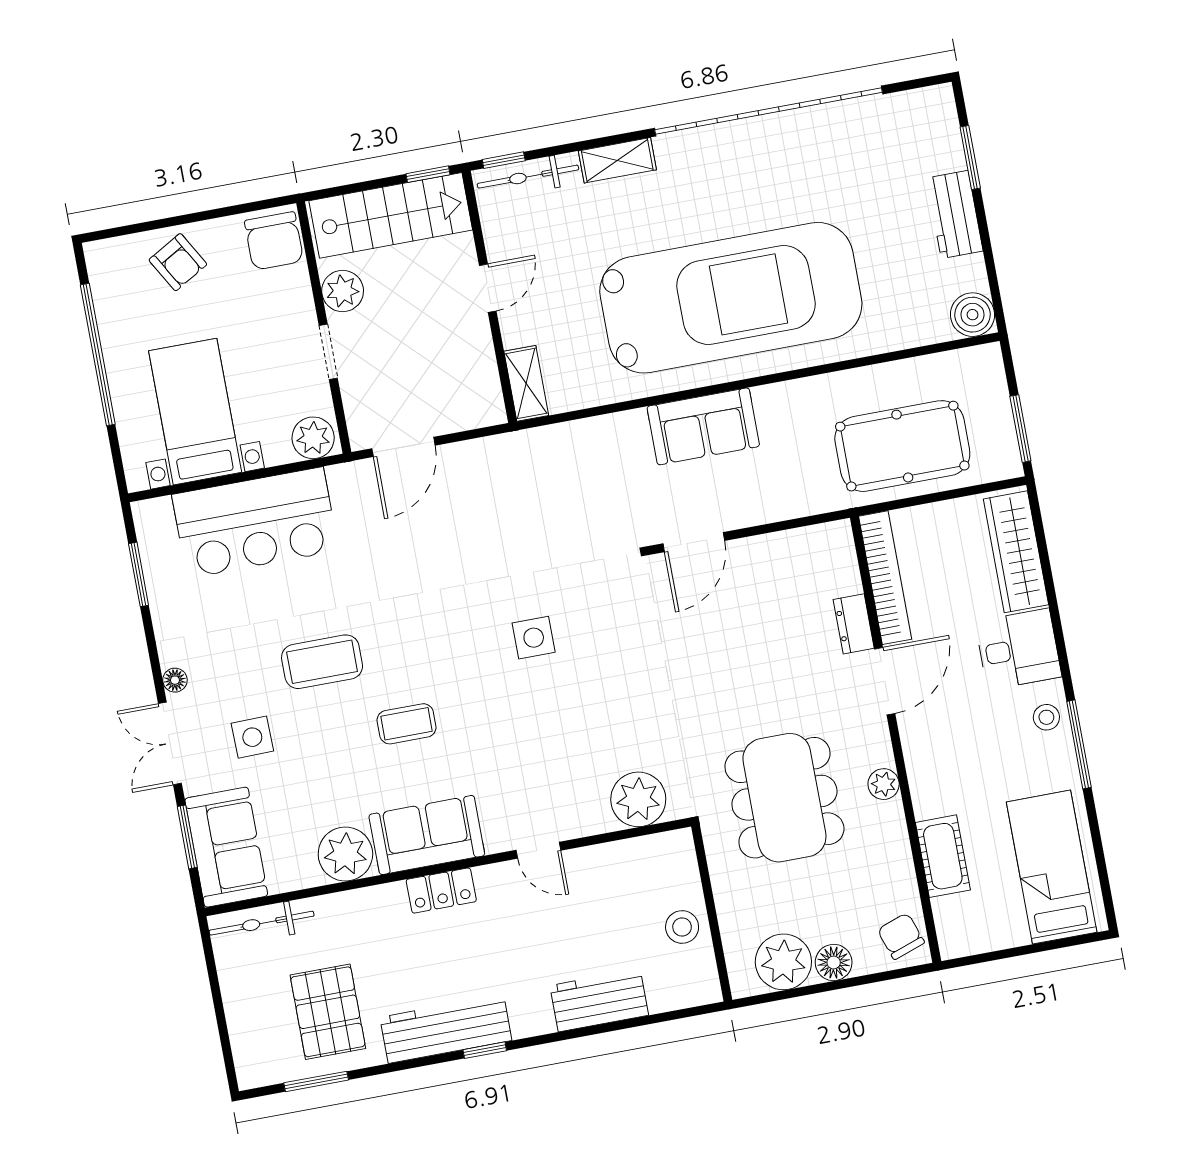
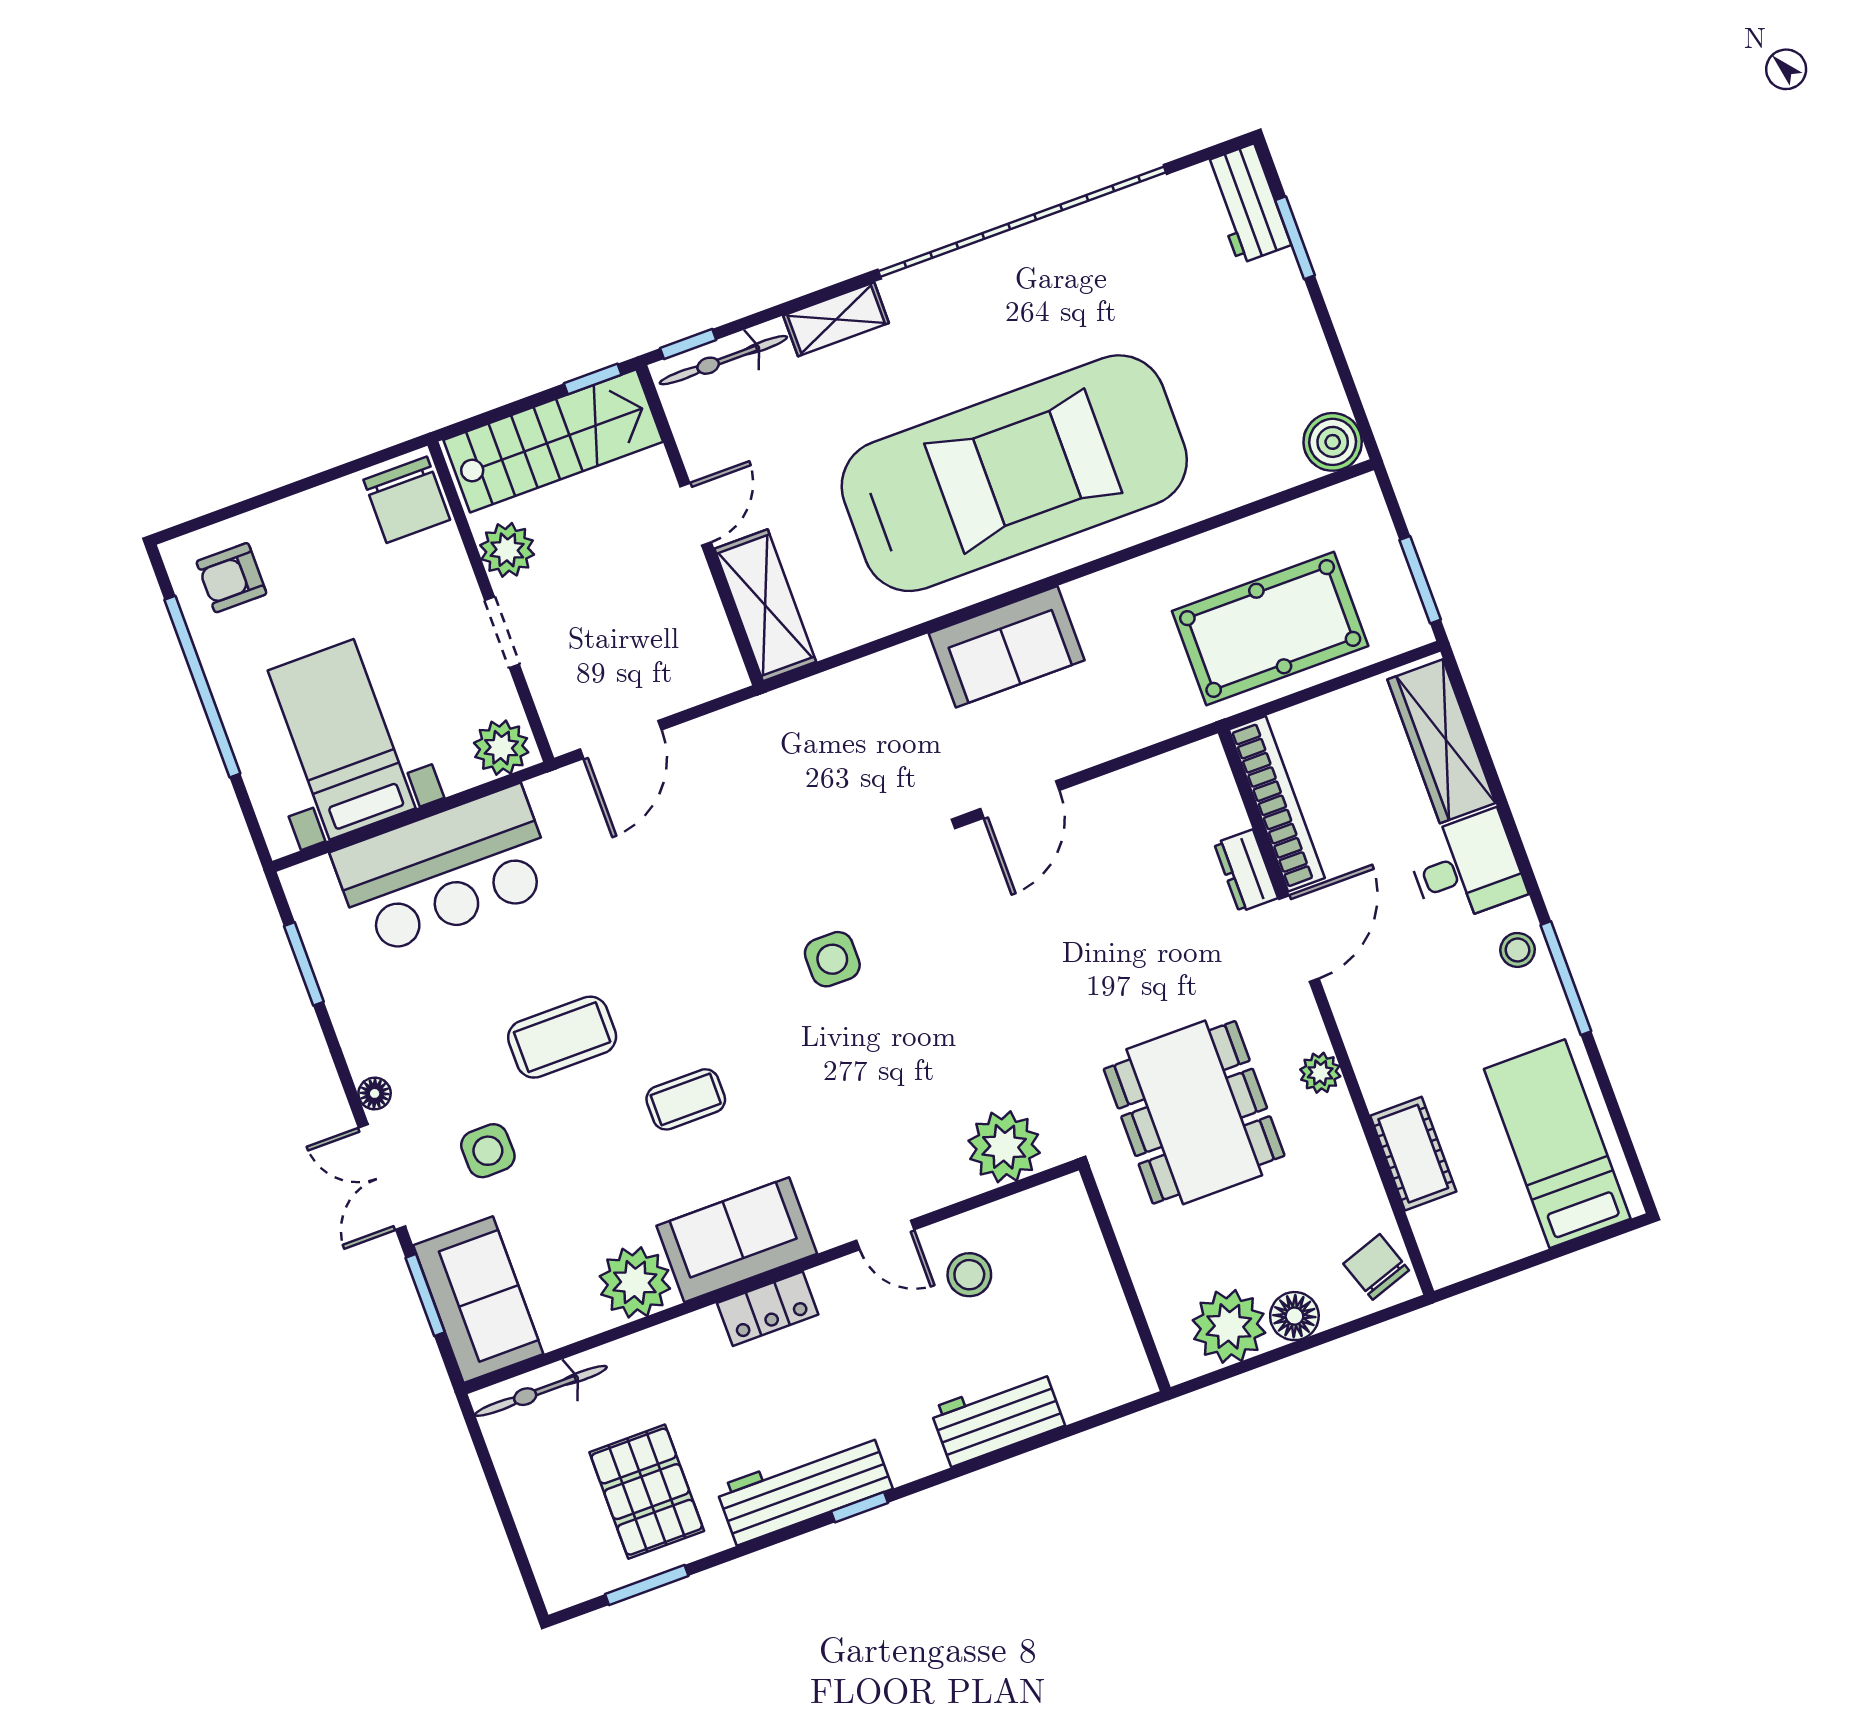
workbench: (955, 214) -> (1246, 204), moved
armchair: (178, 262) -> (231, 578), moved, turned 120
shelving: (526, 383) -> (765, 605), width x1.50, depth x1.33
stool: (682, 927) -> (969, 1275), moved

